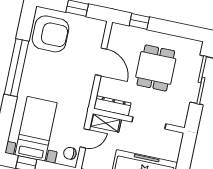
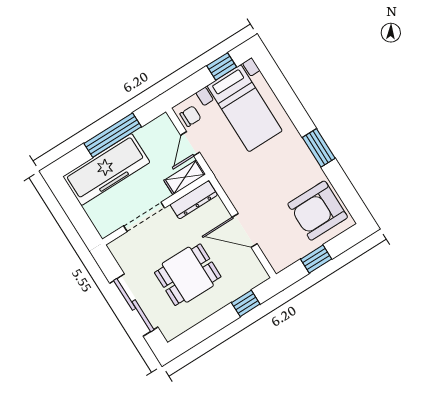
window: (17, 68) -> (319, 148), width x0.47
dining table: (156, 68) -> (188, 275), turned 90

